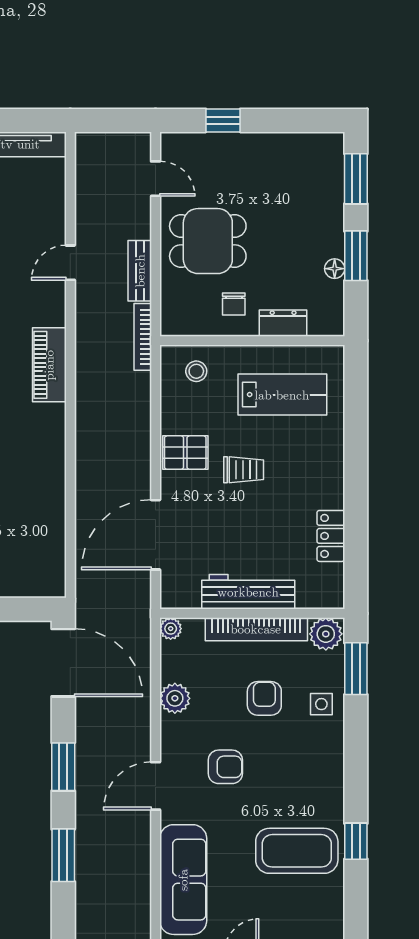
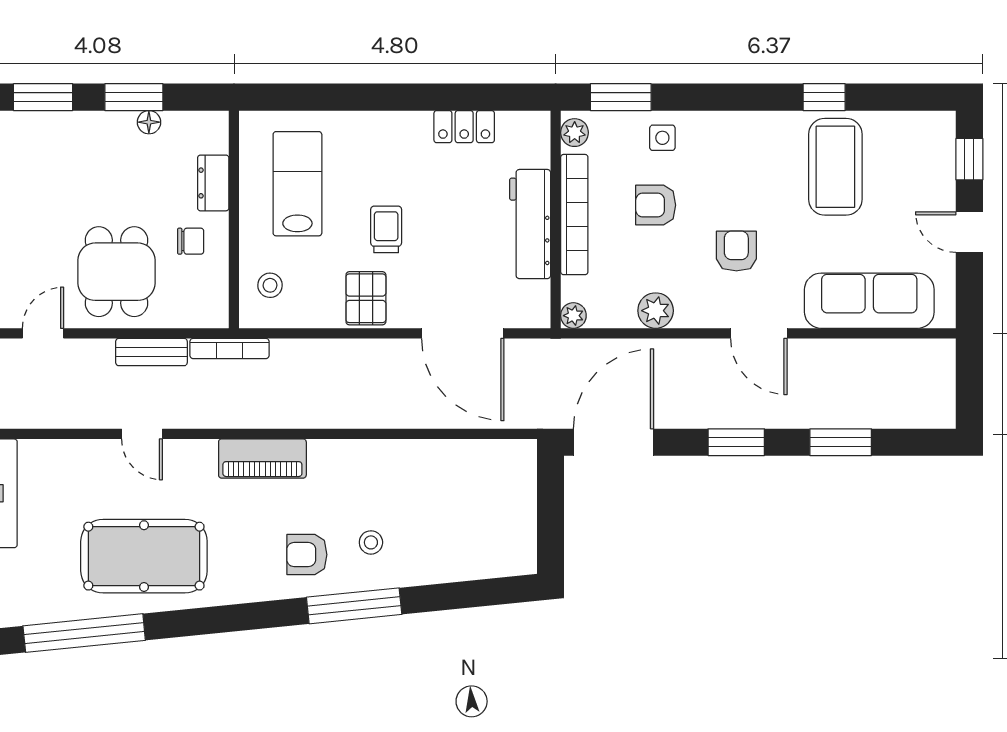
plant: (326, 634) -> (575, 133), width x0.73, depth x0.73

